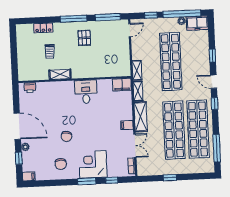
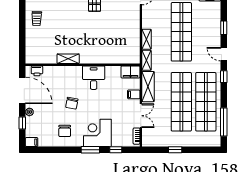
trolley: (50, 51) -> (37, 19), moved
shelving: (60, 74) -> (68, 59), moved
wall: (75, 80) -> (83, 65), moved
filing cabinet: (122, 85) -> (131, 72), moved
printer: (30, 88) -> (37, 71), moved
desk: (86, 92) -> (94, 78), moved

